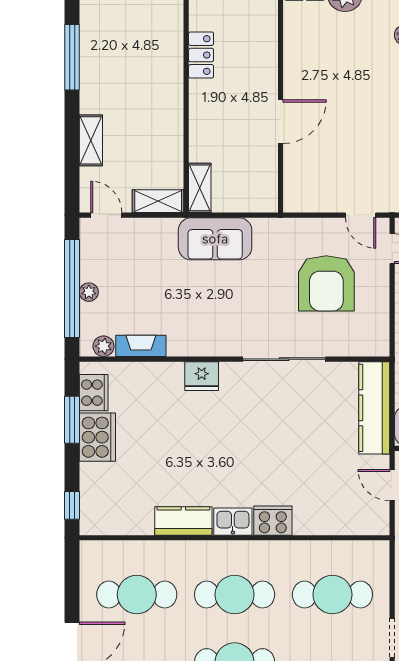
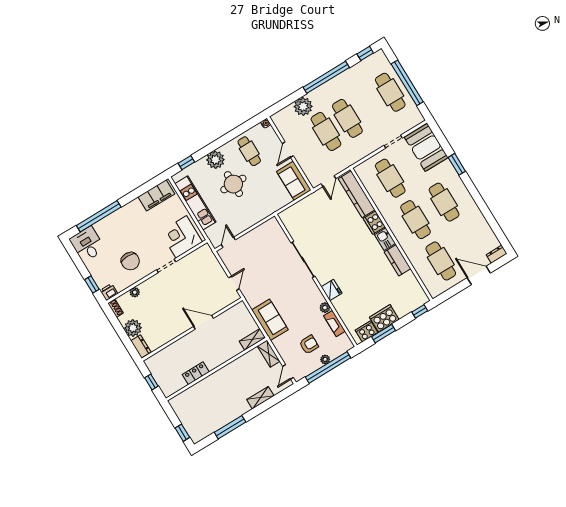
door: (361, 215) -> (234, 283), moved
armchair: (326, 283) -> (309, 345), moved, width x0.53, depth x0.53
plant: (104, 346) -> (325, 308), moved
kitchen counter: (374, 408) -> (357, 194), moved, turned 90

